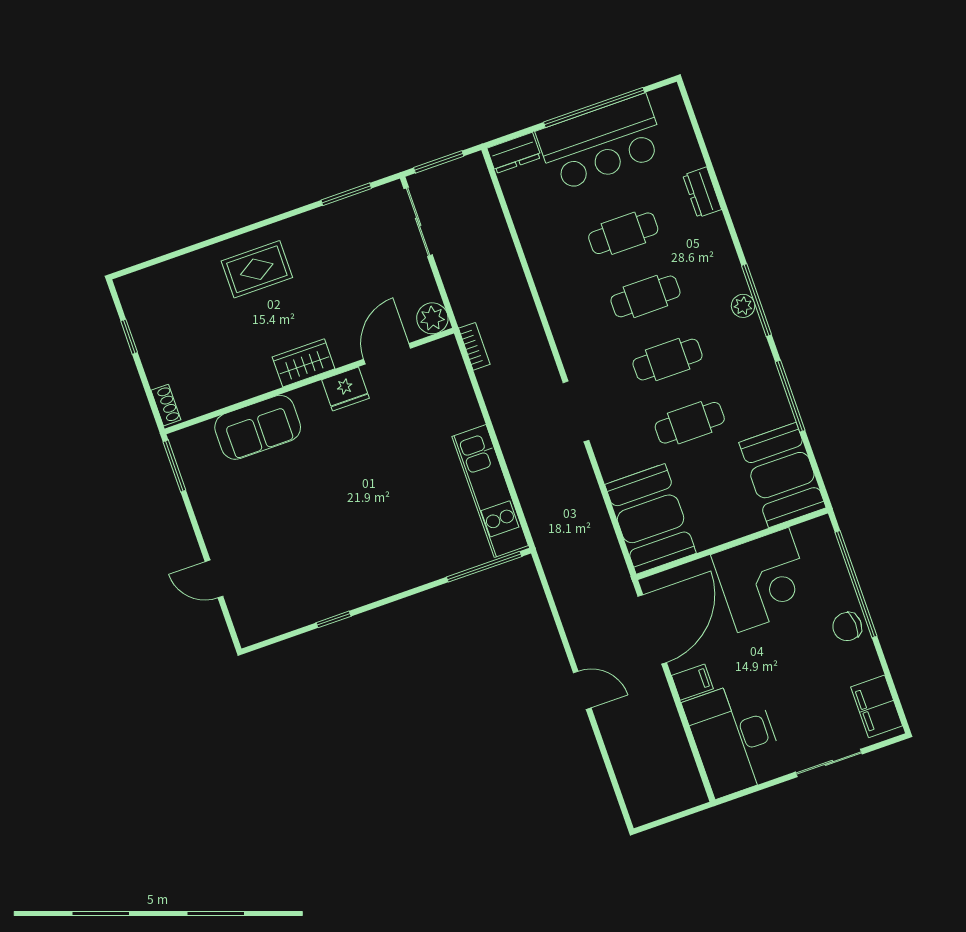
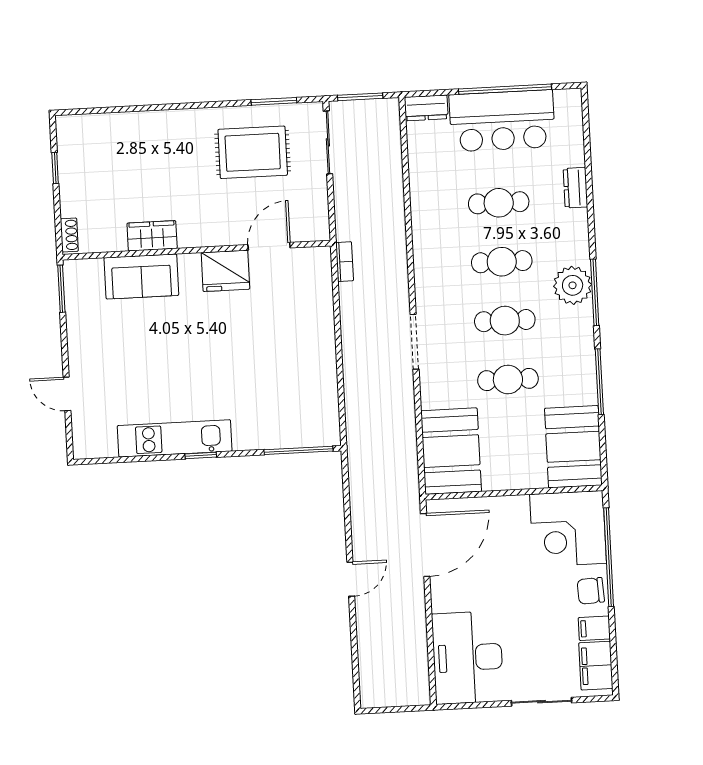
rug: (257, 269) -> (253, 152), moved, width x1.36, depth x1.43
plant: (743, 306) -> (573, 285), width x1.87, depth x1.87
plant: (432, 318) -> (316, 228), removed
wardrobe: (304, 363) -> (152, 236), moved
fridge: (346, 389) -> (225, 271), width x1.36, depth x1.34
kitchen unit: (490, 491) -> (175, 438), moved, turned 90
corner desk: (763, 580) -> (568, 529), moved, turned 90
window: (334, 619) -> (201, 456), moved
filing cabinet: (692, 682) -> (594, 628), moved, turned 180
door: (582, 690) -> (351, 579), hinge flipped

